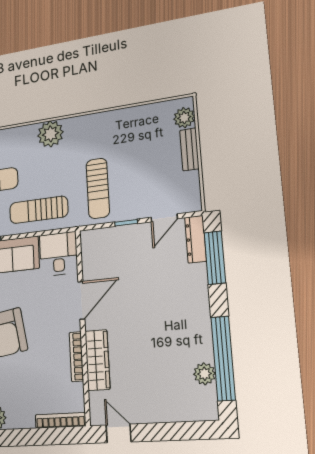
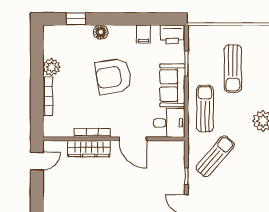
sun lounger: (98, 188) -> (215, 156), turned 131
bookcase: (60, 420) -> (48, 96), moved

